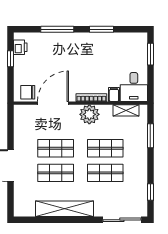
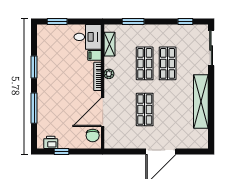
door: (53, 103) -> (103, 112), hinge flipped
plant: (89, 114) -> (109, 74), width x0.53, depth x0.53
shop shelf: (56, 173) -> (168, 110), removed

